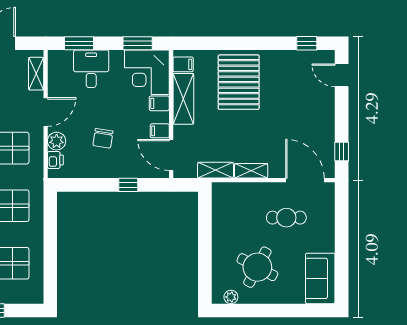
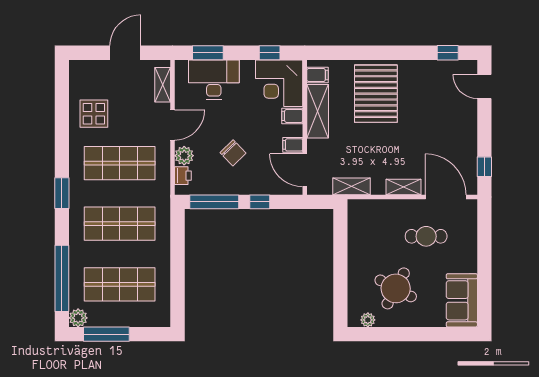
window: (138, 43) -> (270, 53), width x0.67
desk: (91, 69) -> (214, 80), width x1.37
chair: (103, 138) -> (233, 153), turned -53
shelving: (251, 171) -> (404, 187), moved
window: (85, 185) -> (214, 202), added

